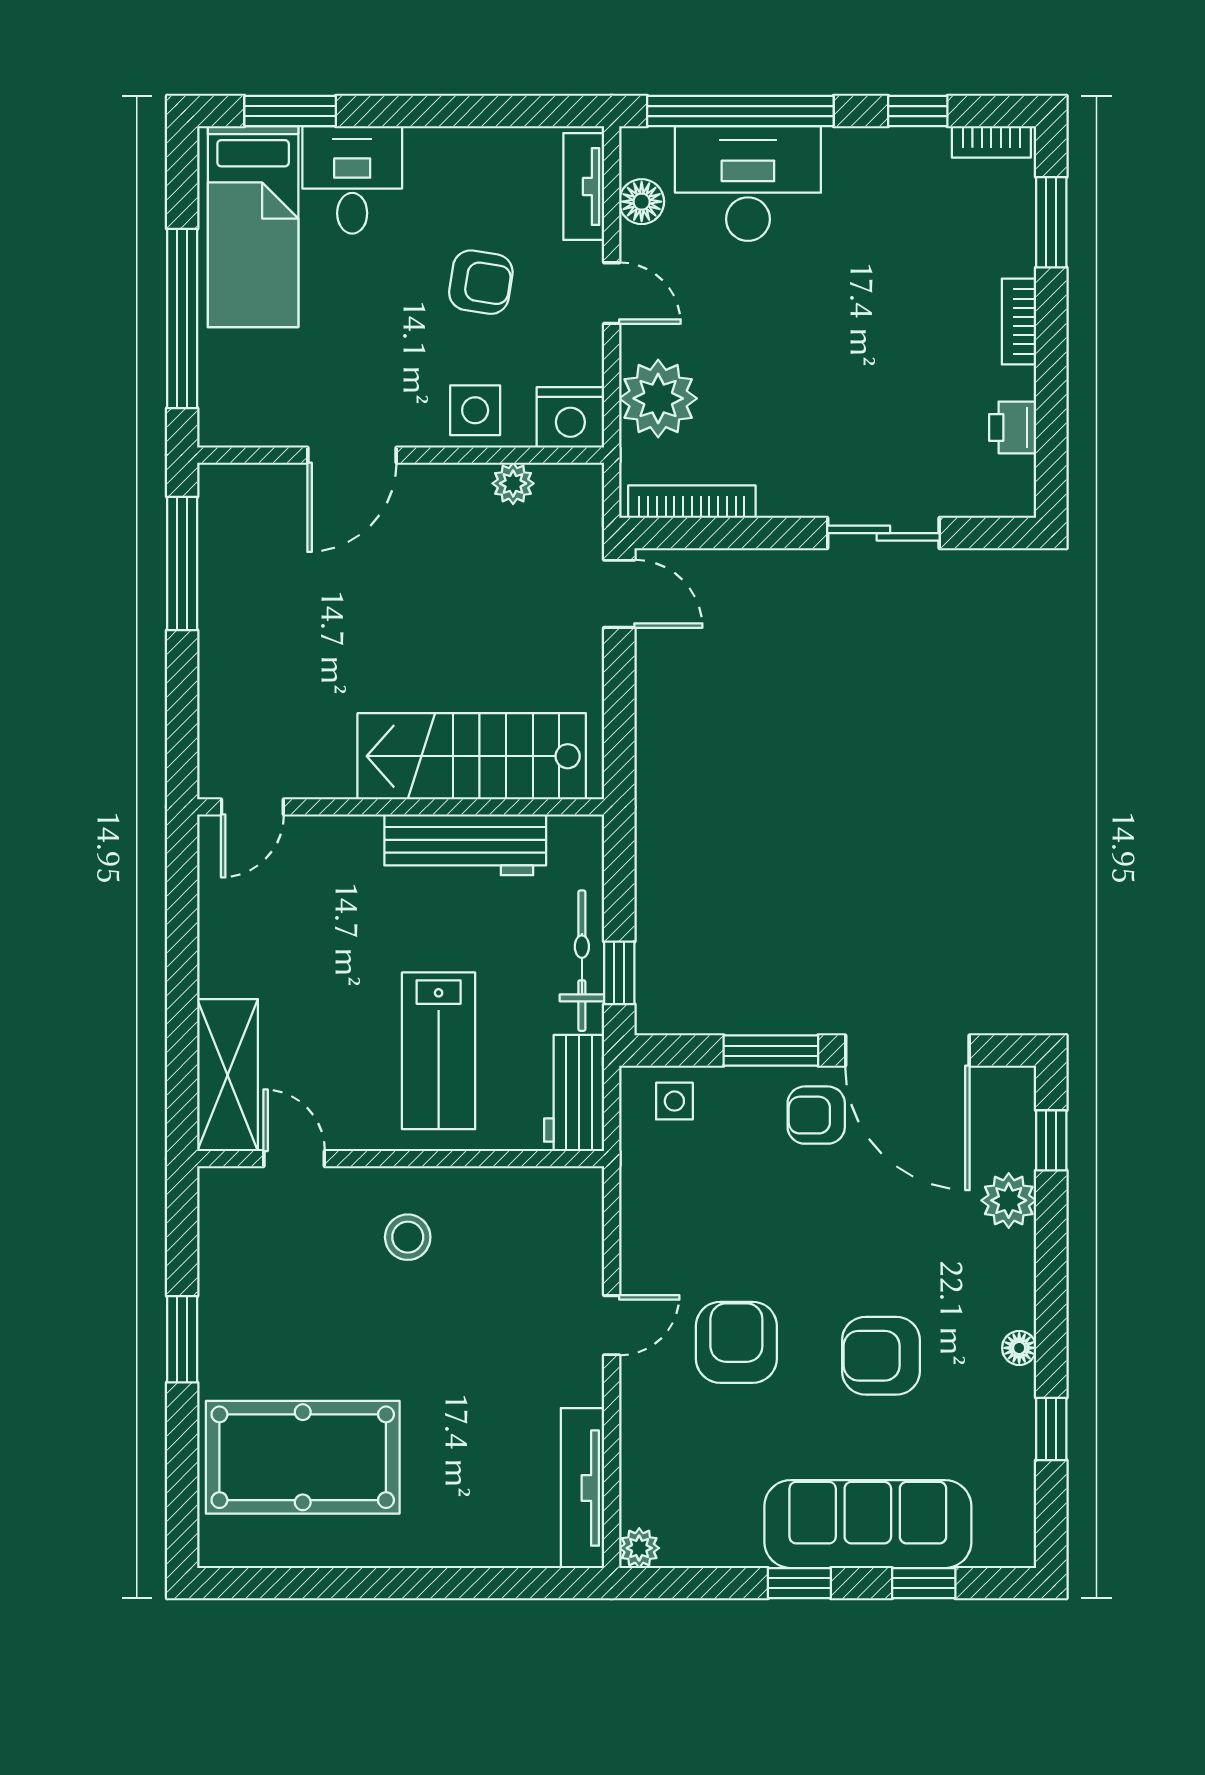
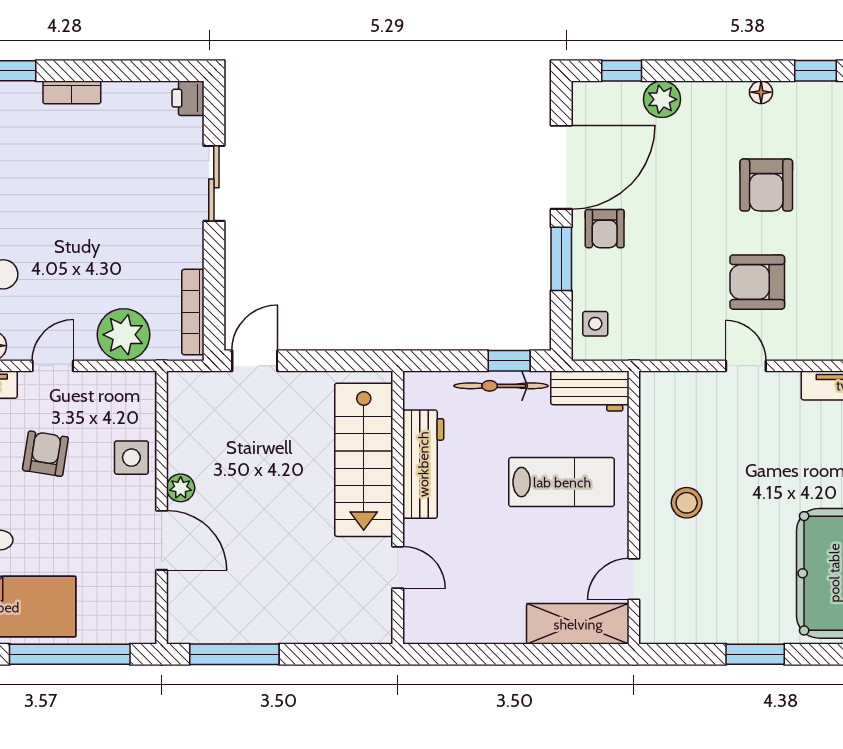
nightstand: (570, 417) -> (136, 394), removed
printer: (1013, 427) -> (188, 98), moved, turned 90
plant: (513, 483) -> (181, 488), moved
door: (252, 807) -> (398, 567), moved

